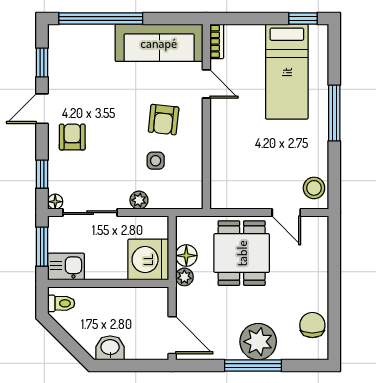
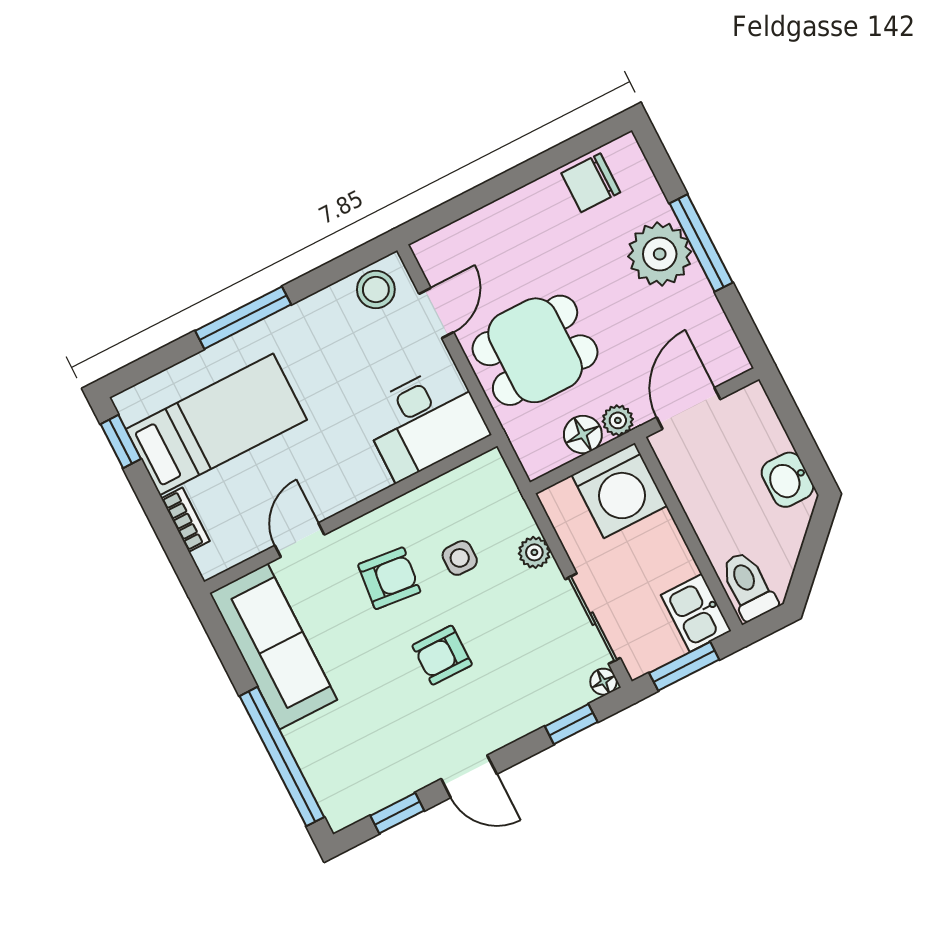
bookcase: (217, 41) -> (185, 520), moved, turned 90
armchair: (72, 137) -> (442, 655), moved
desk: (234, 178) -> (425, 422), added
toilet: (61, 303) -> (748, 586), width x1.37, depth x1.39
door: (172, 335) -> (689, 408), moved

